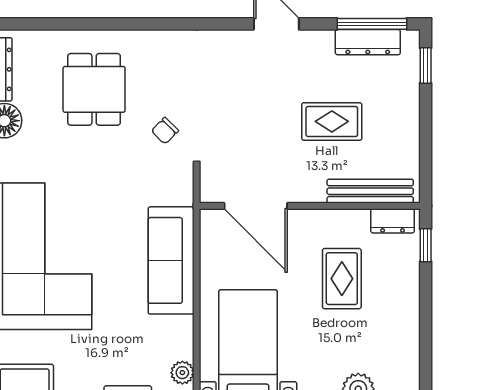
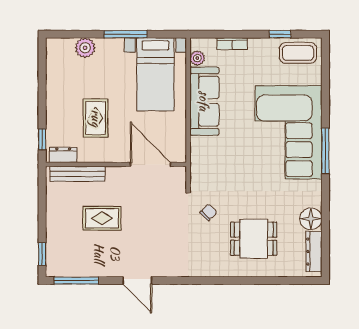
dresser: (368, 42) -> (79, 269), removed
dining table: (94, 89) -> (254, 239), turned 90
sofa: (171, 260) -> (204, 101), moved

